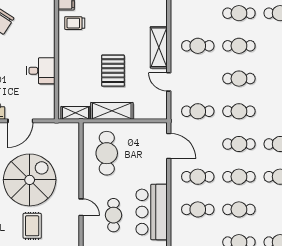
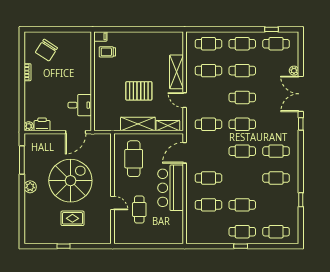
desk: (41, 71) -> (80, 105), moved
pallet: (113, 71) -> (139, 91), turned 90
shelving: (75, 113) -> (168, 126), moved
door: (20, 121) -> (76, 132), moved
door: (169, 146) -> (185, 153), swing flipped
cafe table: (239, 177) -> (208, 44), moved
bar counter: (152, 212) -> (171, 188), moved
rug: (32, 226) -> (72, 218), turned 90

